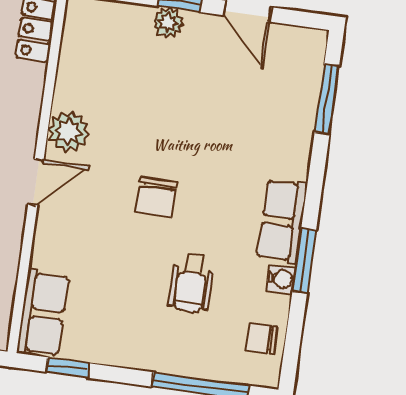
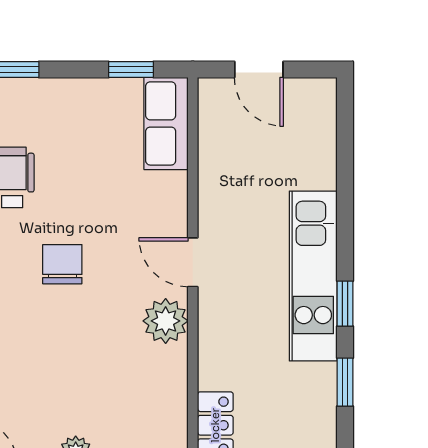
door: (36, 182) -> (193, 262), hinge flipped

